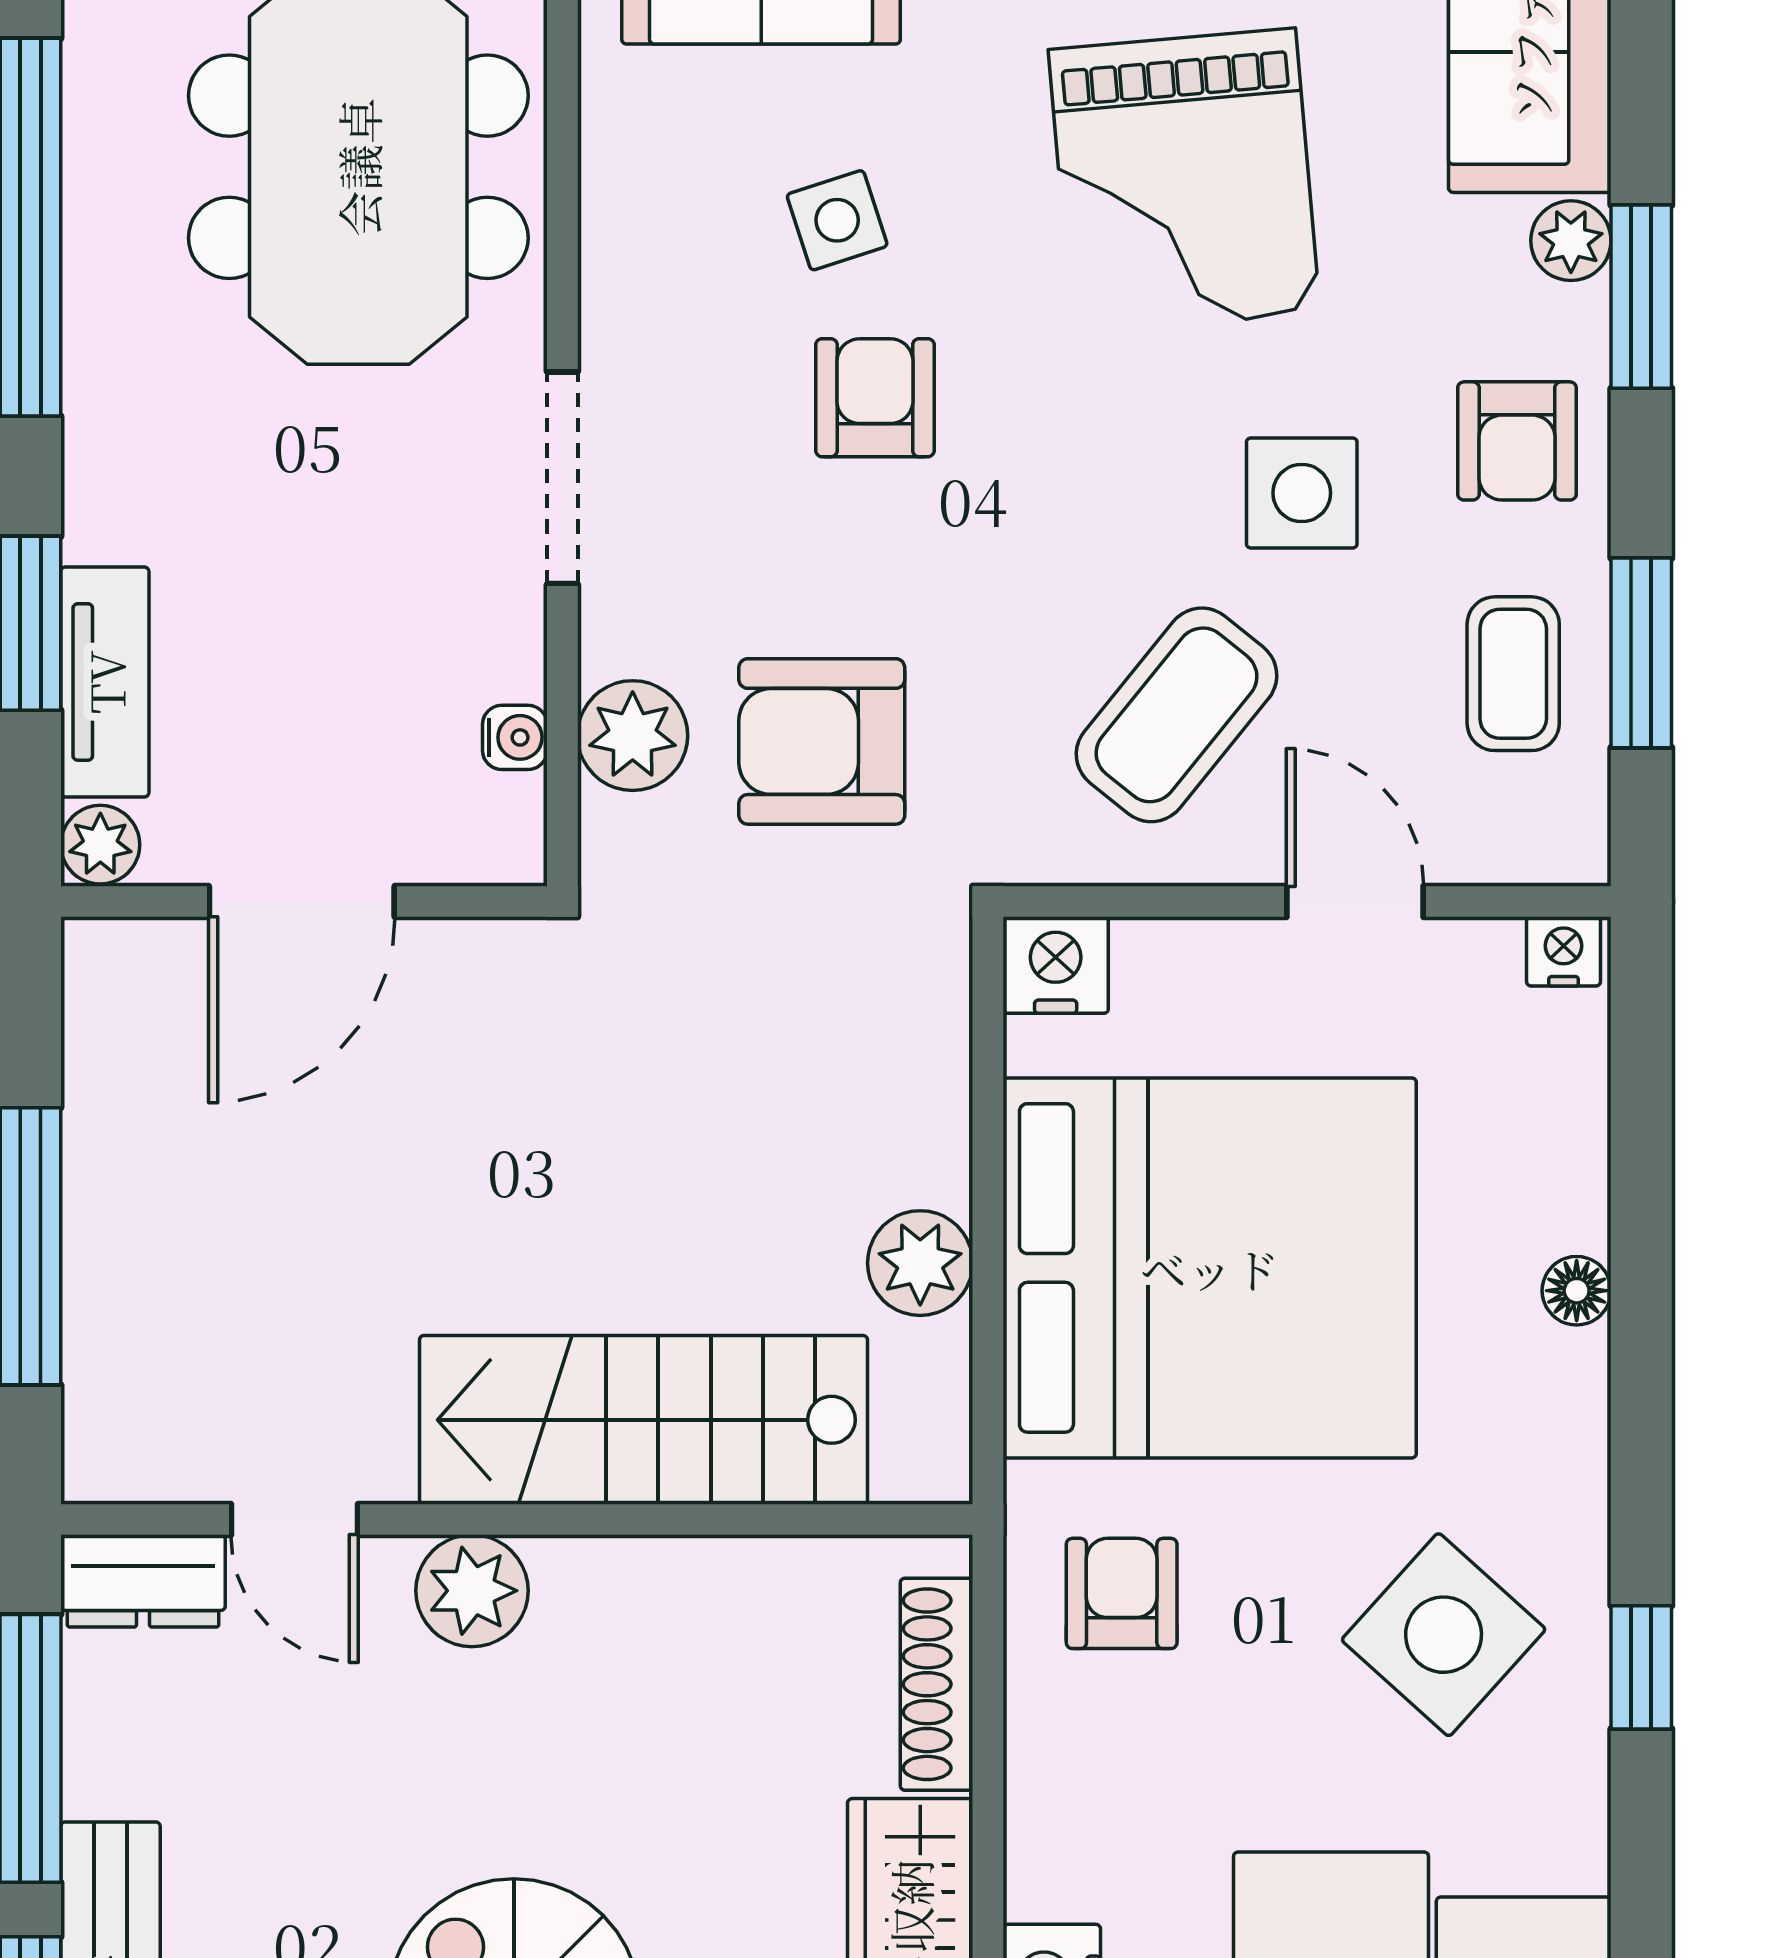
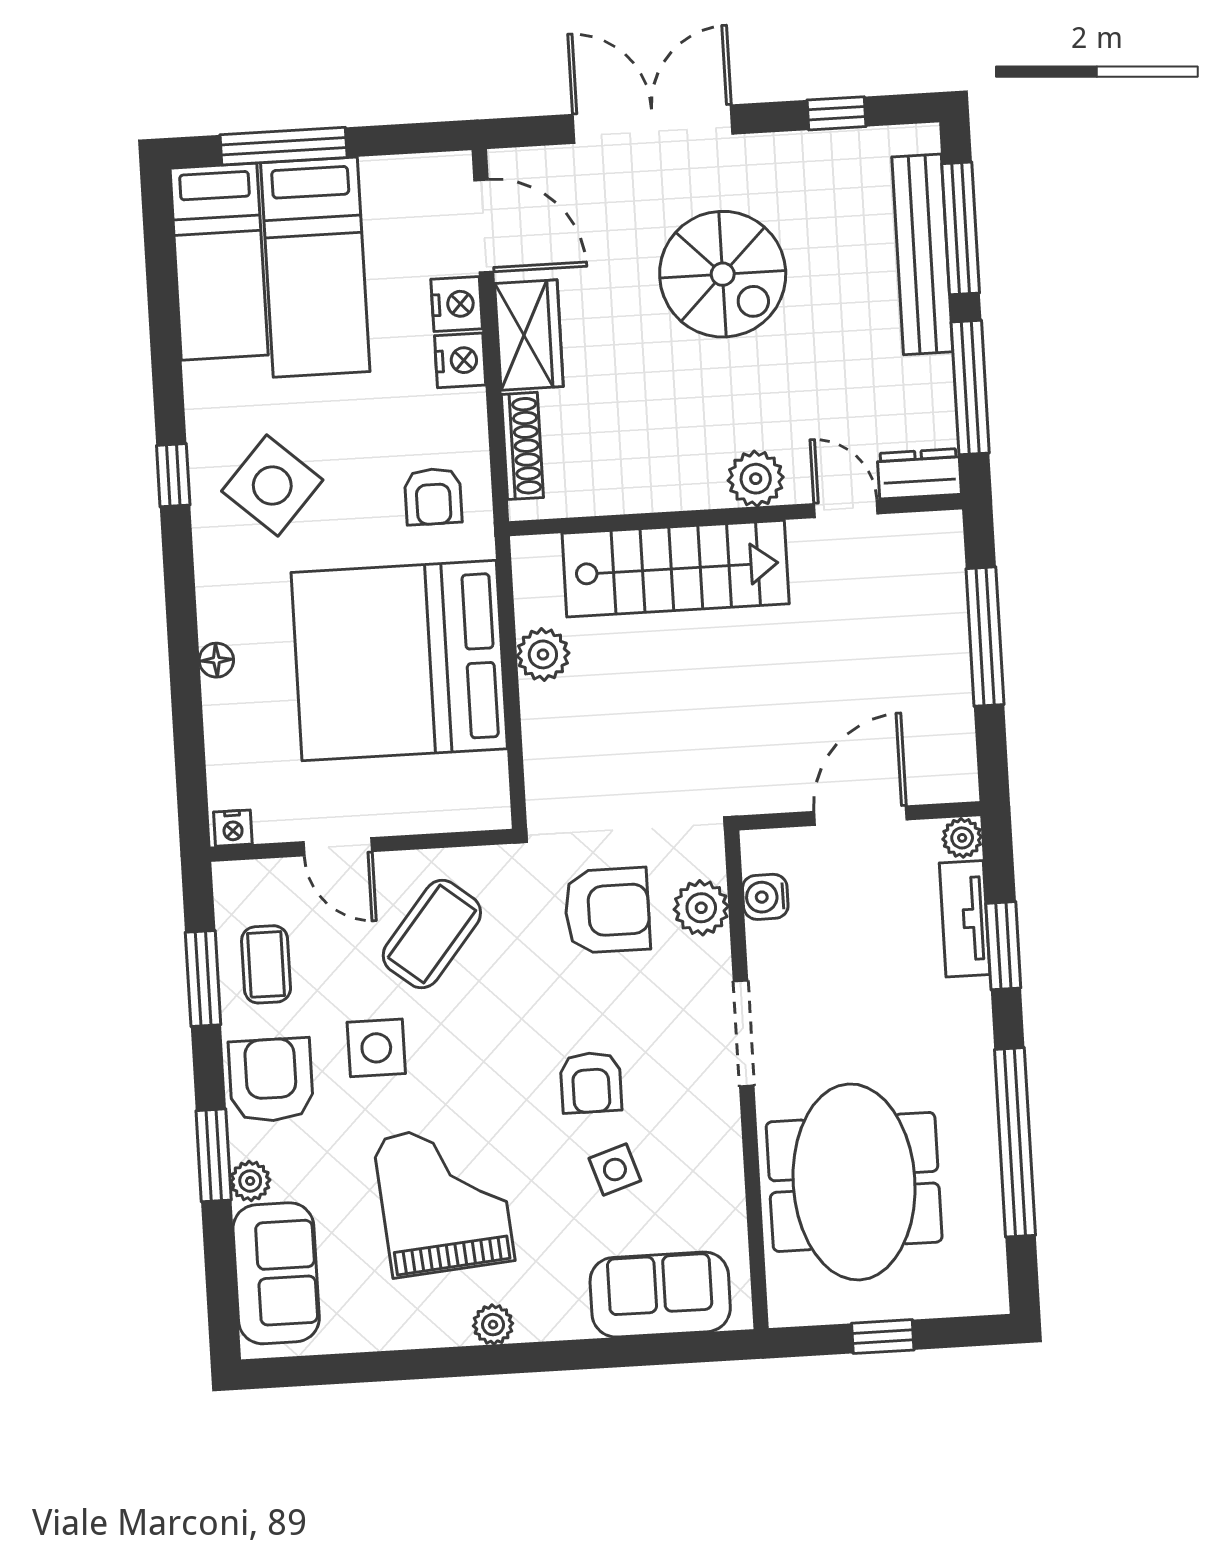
armchair: (1517, 441) -> (271, 1080), width x1.38, depth x1.38
water cooler: (515, 737) -> (765, 897), width x1.38, depth x1.38
nightstand: (1056, 965) -> (460, 360), moved, turned -90

